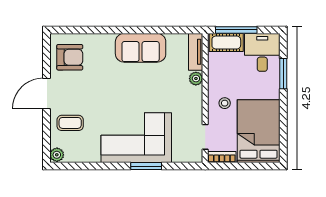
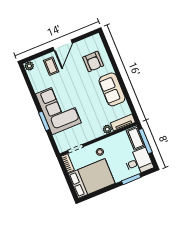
armchair: (70, 57) -> (93, 61), moved
door: (46, 94) -> (63, 45), swing flipped

